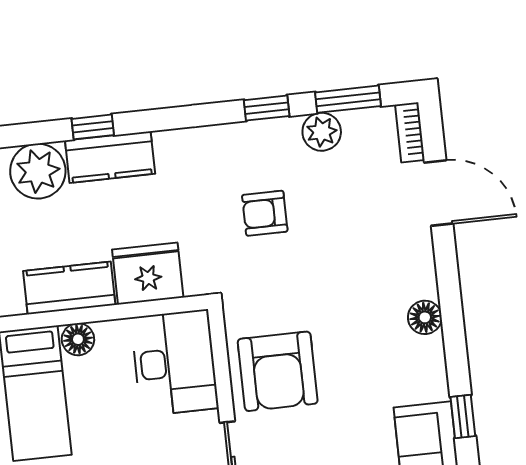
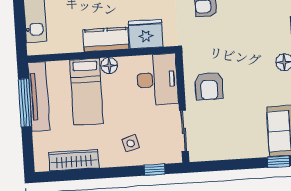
armchair: (278, 371) -> (209, 86), width x0.73, depth x0.73

